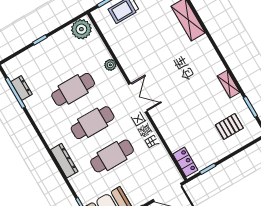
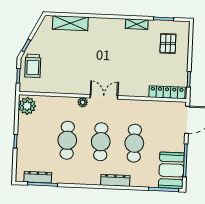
plant: (110, 65) -> (83, 102), moved
dresser: (21, 88) -> (38, 177), width x1.44
locker: (185, 162) -> (167, 92), width x1.53

